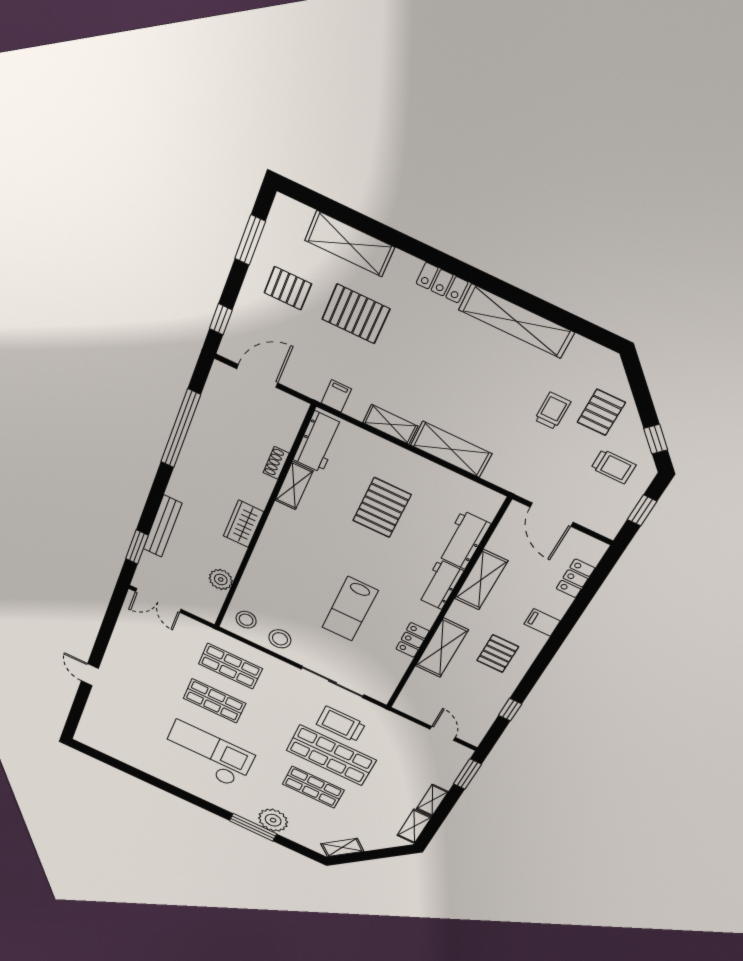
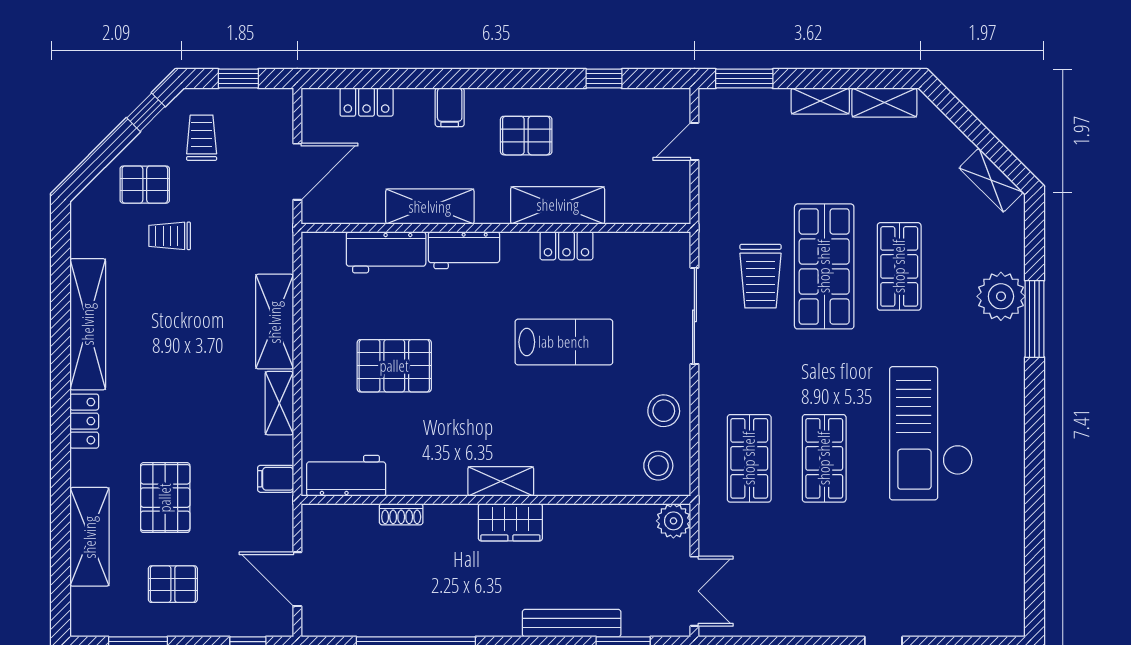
pallet: (288, 288) -> (173, 584), turned 90
shelving: (294, 486) -> (501, 481), moved
plant: (221, 579) -> (673, 521), moved

